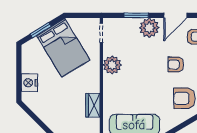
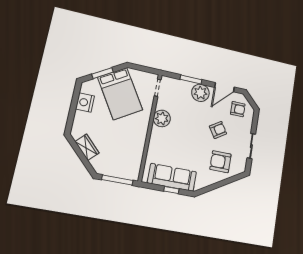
armchair: (176, 65) -> (218, 130), turned 147
nightstand: (29, 83) -> (85, 102), moved
wardrobe: (93, 105) -> (87, 147), moved, turned 135

